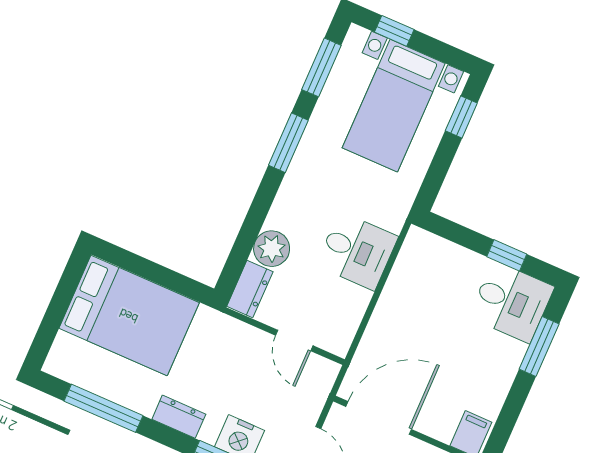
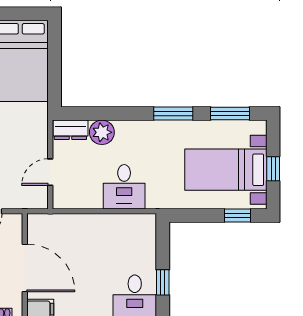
window: (394, 31) -> (273, 169), moved
door: (379, 418) -> (25, 268), moved

